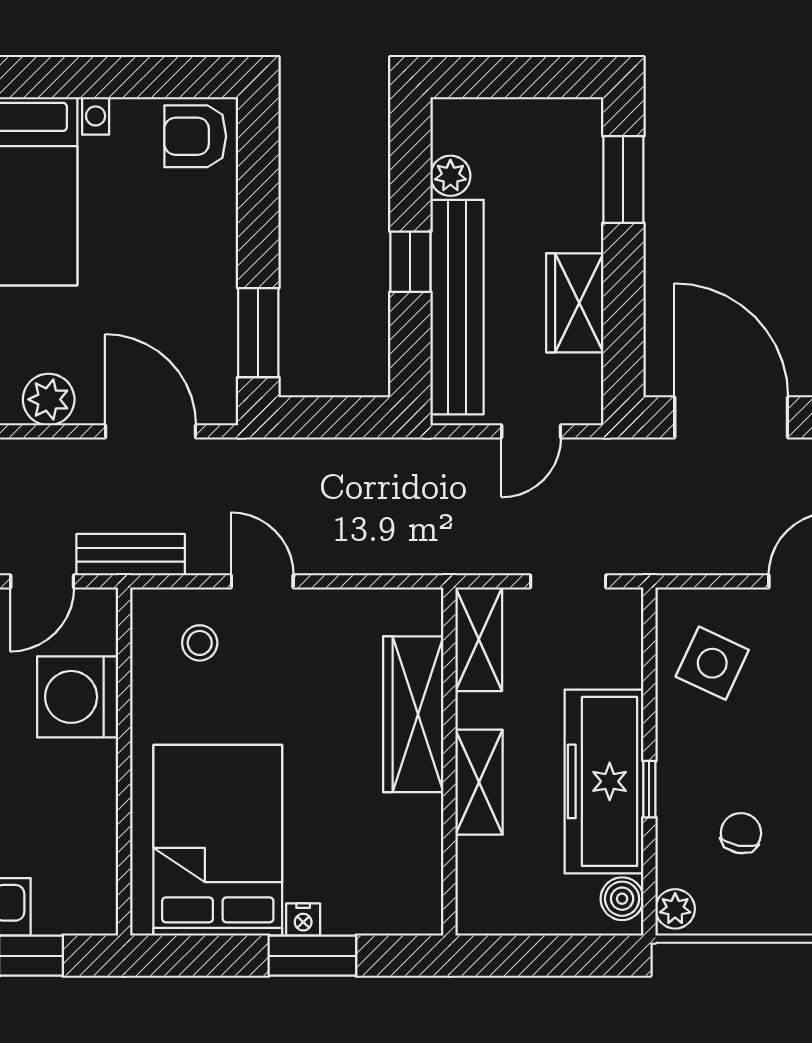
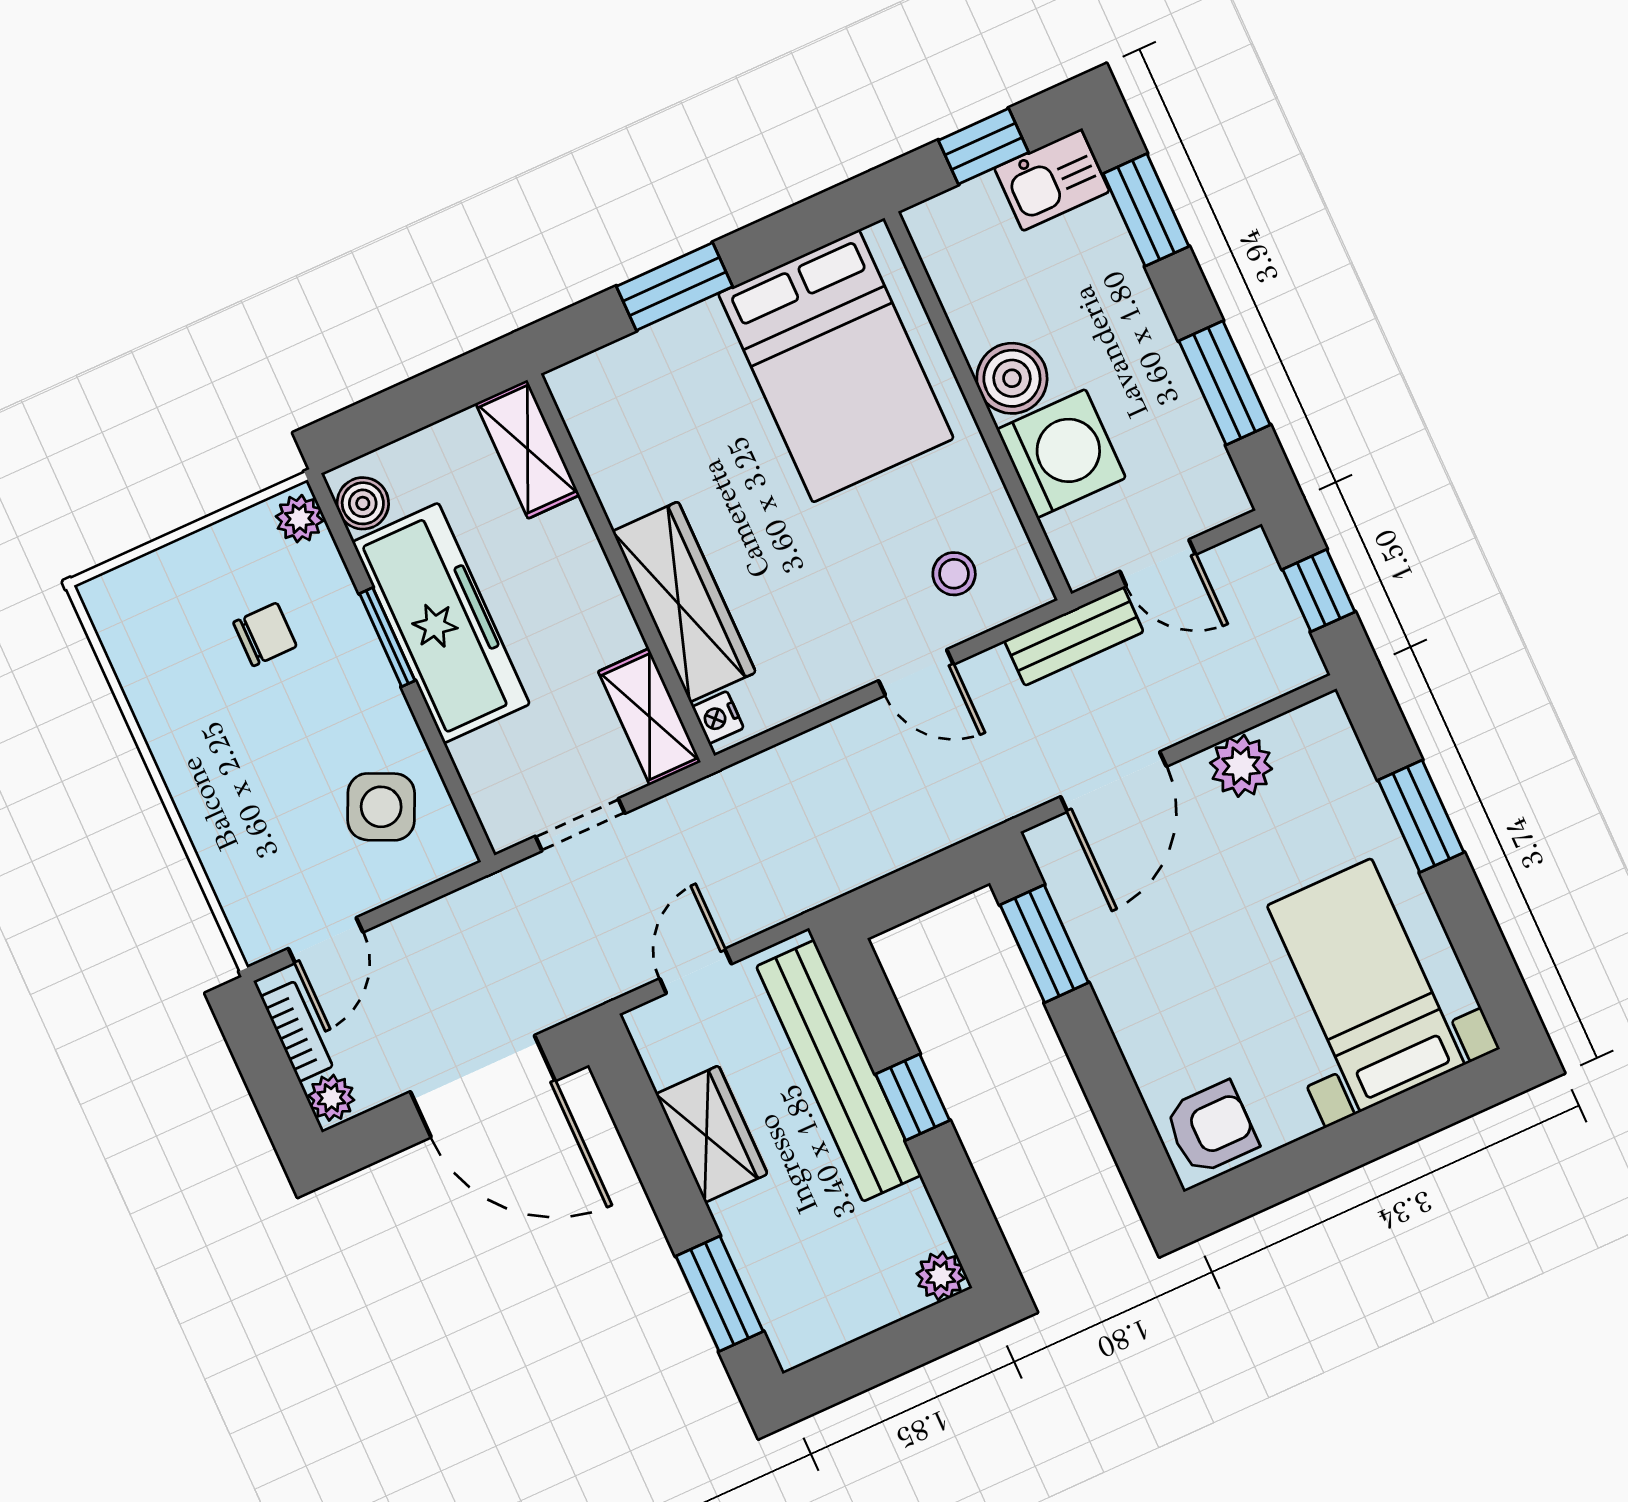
plant: (450, 176) -> (941, 1276), moved
door: (150, 431) -> (1114, 782), hinge flipped
door: (42, 581) -> (1158, 563), swing flipped
boiler: (89, 771) -> (1012, 378), added
shelving: (479, 782) -> (528, 449), moved
window: (649, 789) -> (387, 637), width x1.50
chair: (741, 833) -> (265, 634), turned -100
nightstand: (303, 920) -> (718, 717), moved, turned -90

